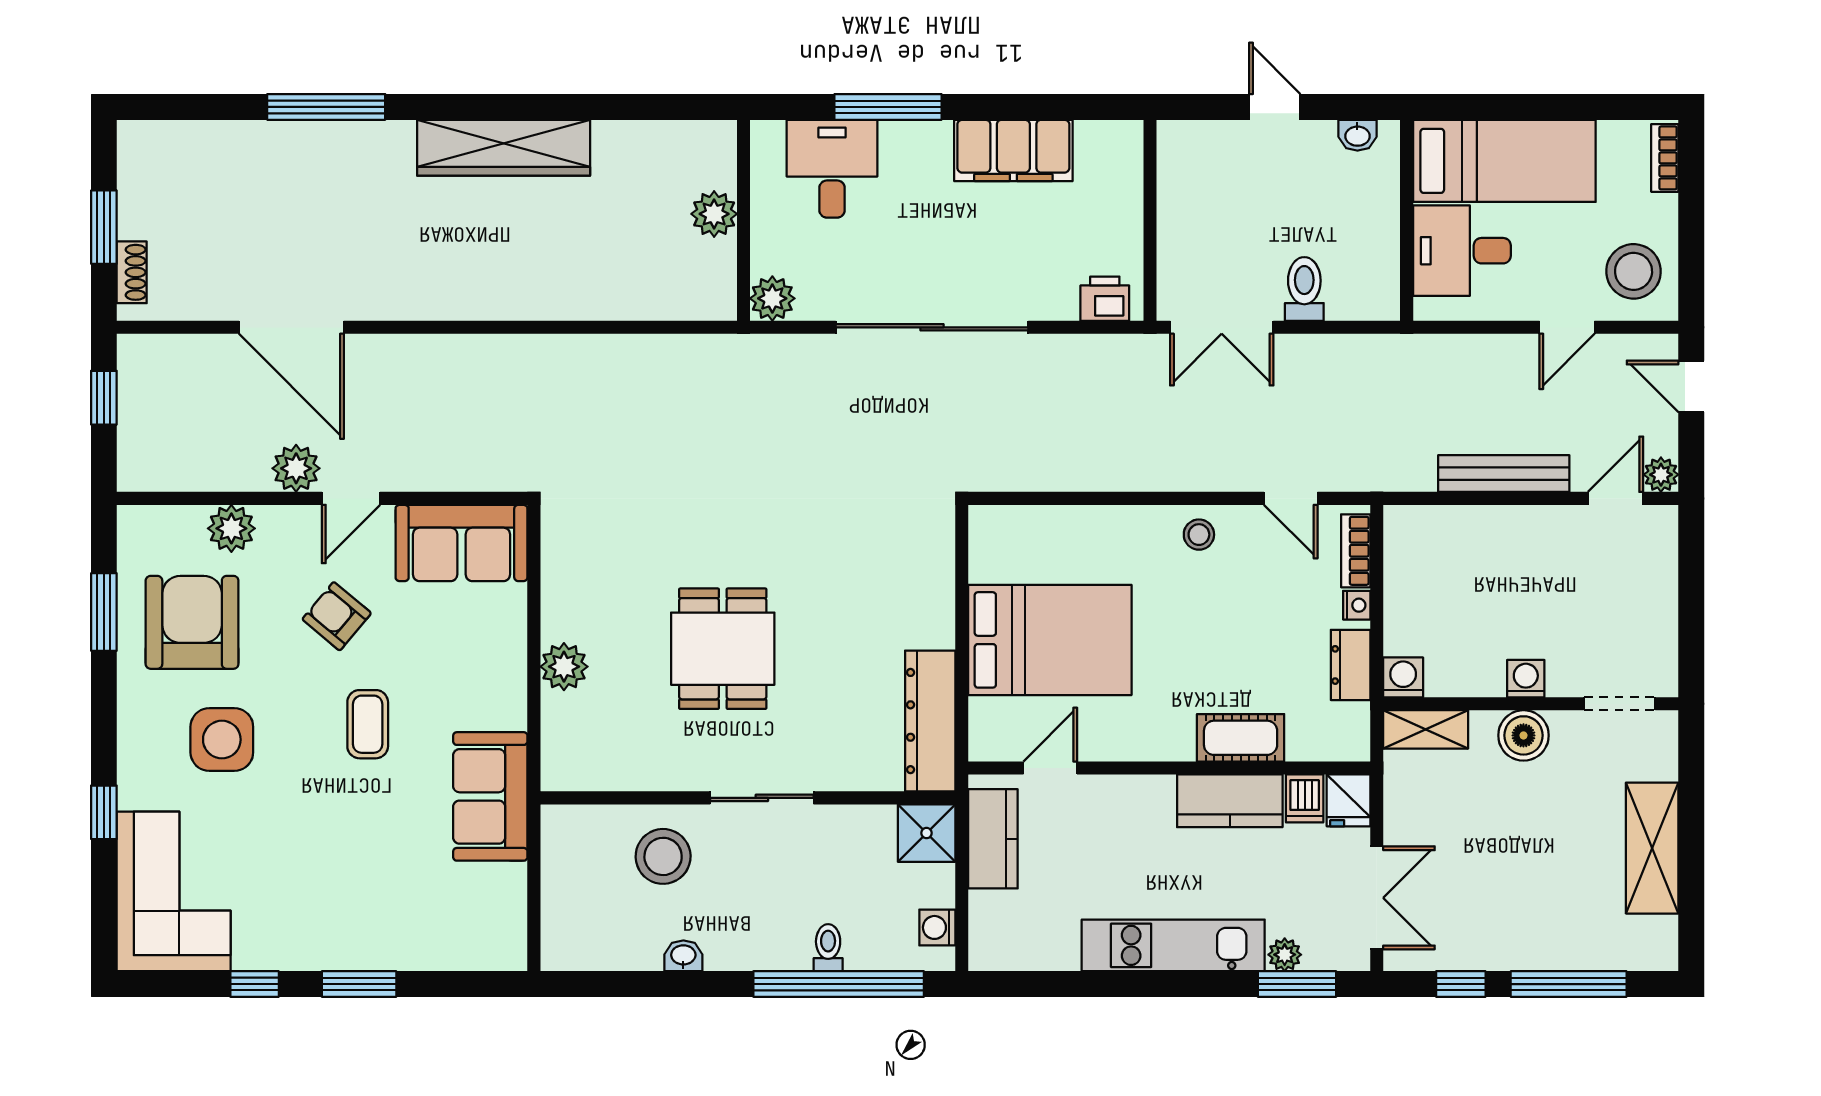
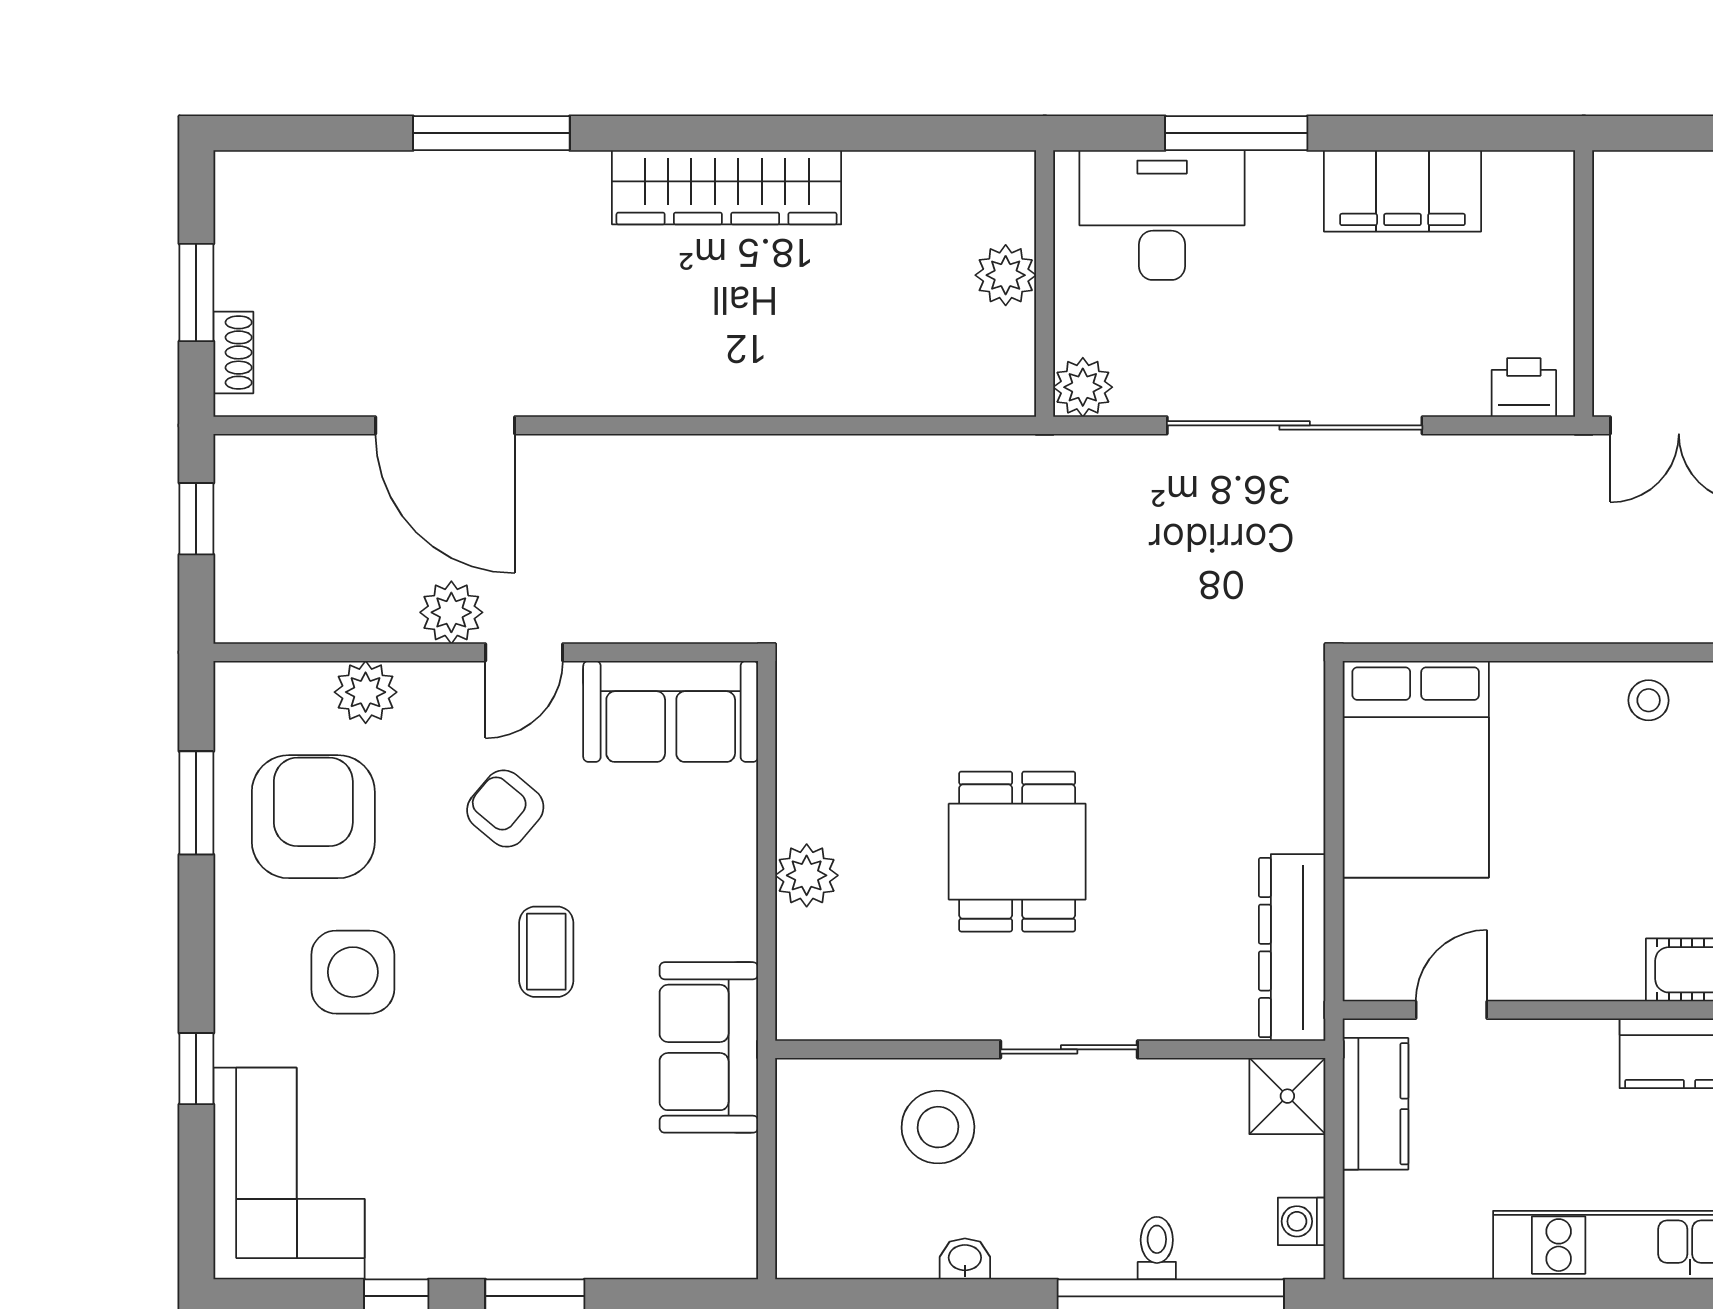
desk: (832, 169) -> (1162, 215), width x1.37
bed: (1050, 640) -> (1416, 769), moved, turned 90

